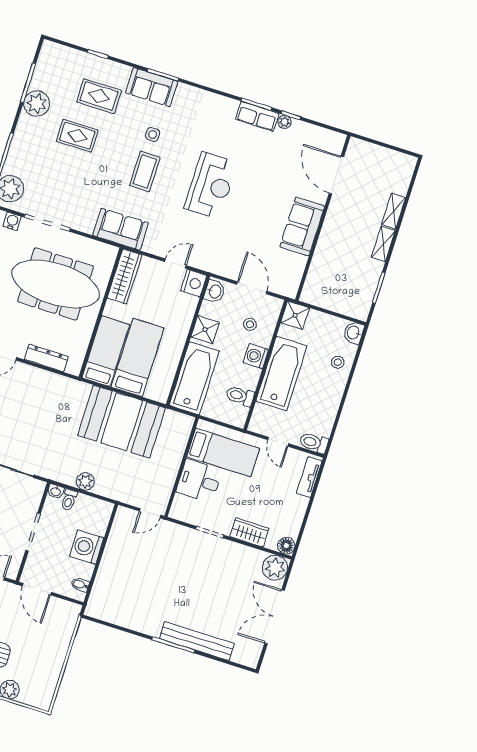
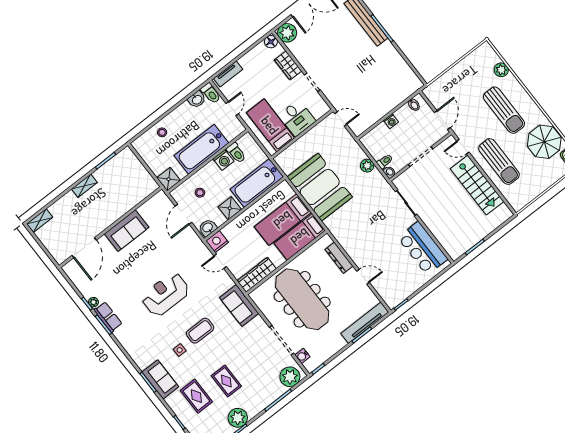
shelving: (393, 211) -> (40, 221), moved
washbasin: (354, 333) -> (197, 100), moved
washing machine: (256, 356) -> (223, 160), moved
washing machine: (87, 547) -> (391, 121), width x0.53, depth x0.53

